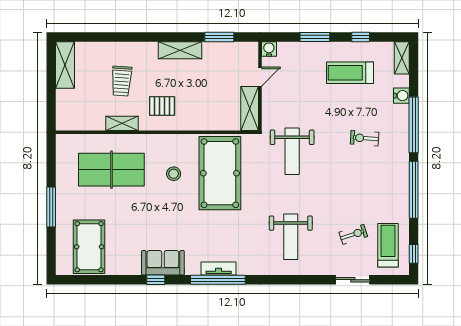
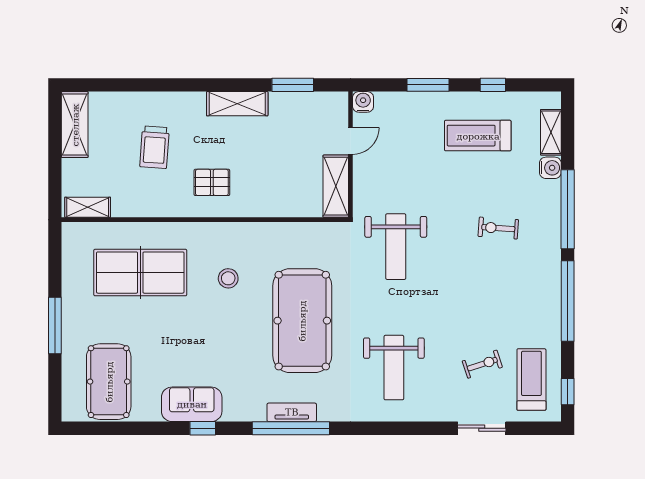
shelving: (402, 58) -> (551, 132), moved
shelving: (122, 123) -> (88, 207), moved
pool table: (220, 173) -> (302, 321), moved
sofa: (163, 263) -> (192, 404), moved

